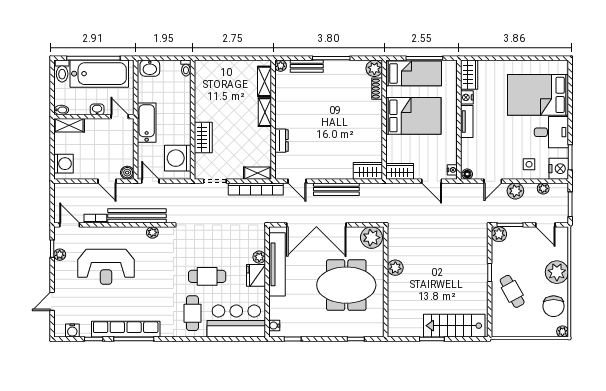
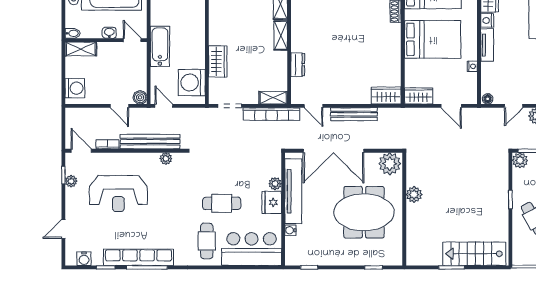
nightstand: (452, 170) -> (472, 66), moved
water cooler: (274, 326) -> (290, 230), moved

